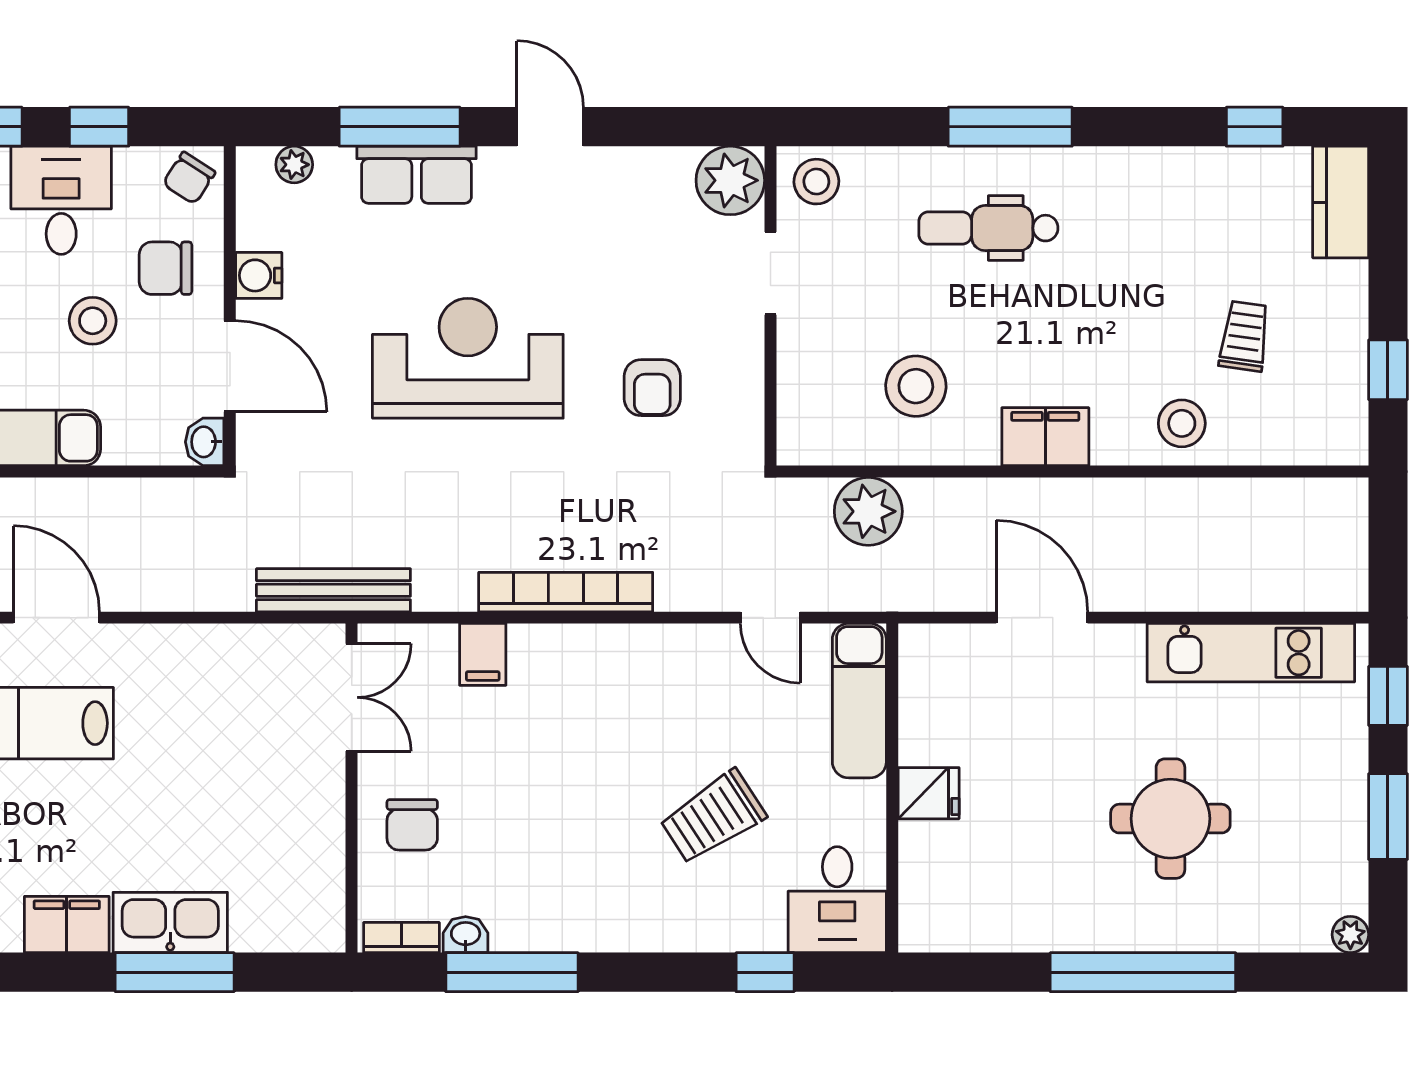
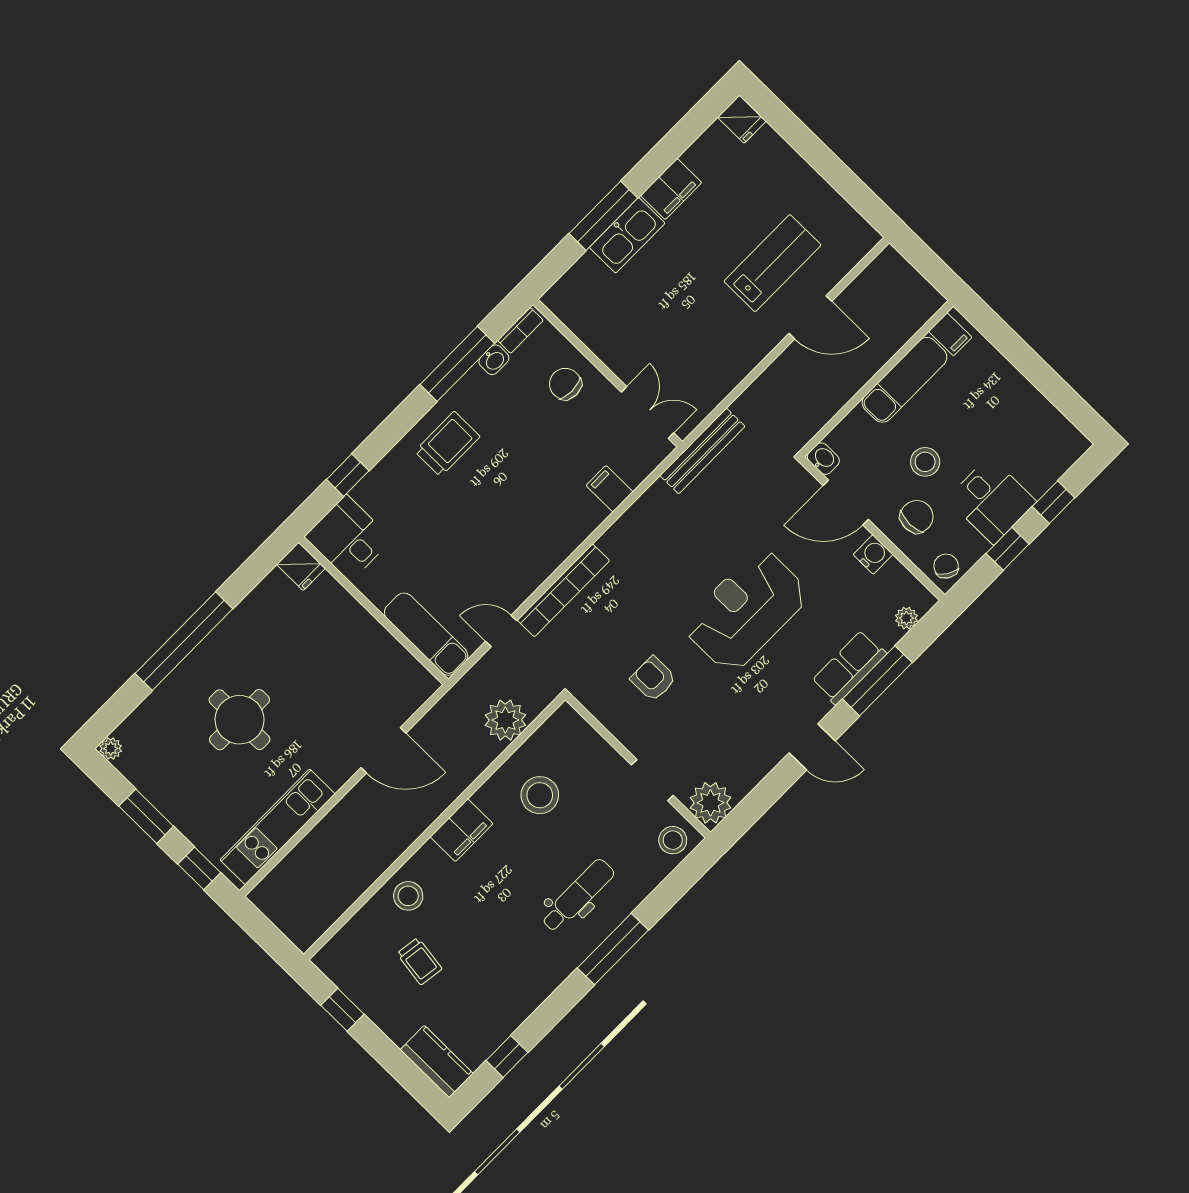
reception desk: (468, 358) -> (746, 610), turned 180
bookcase: (566, 592) -> (563, 590), moved
double door: (352, 697) -> (647, 412), swing flipped
fridge: (929, 793) -> (301, 566), moved, turned -90
trolley: (713, 817) -> (447, 444), moved, turned 33

